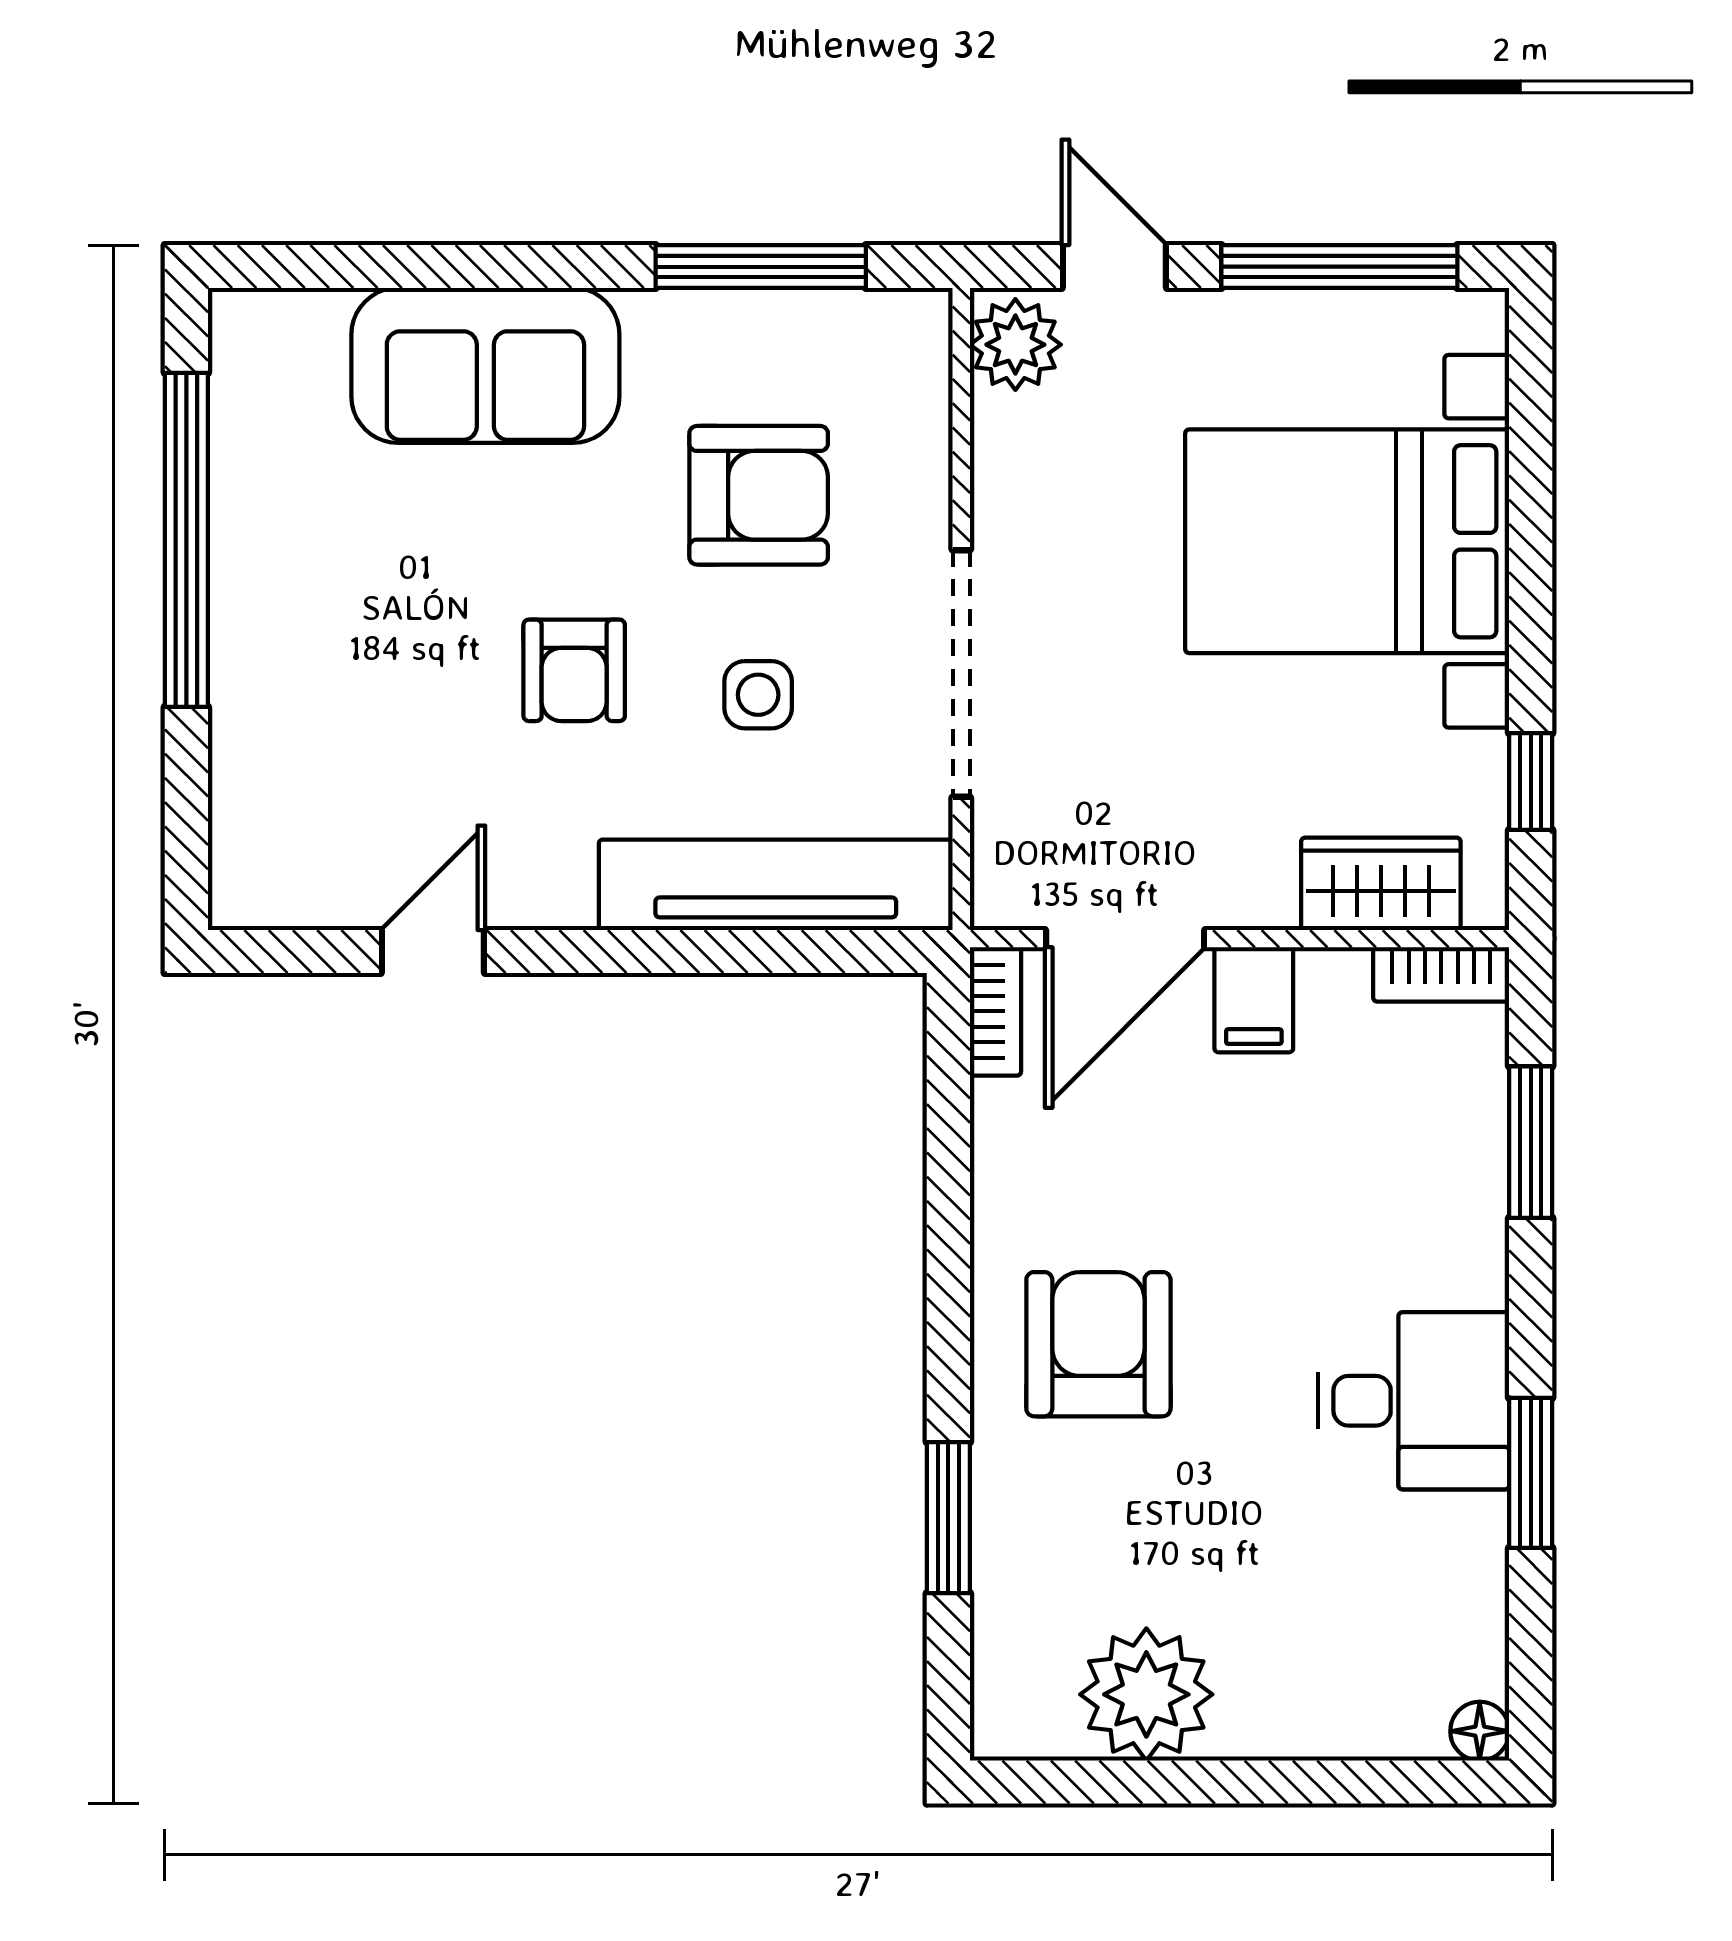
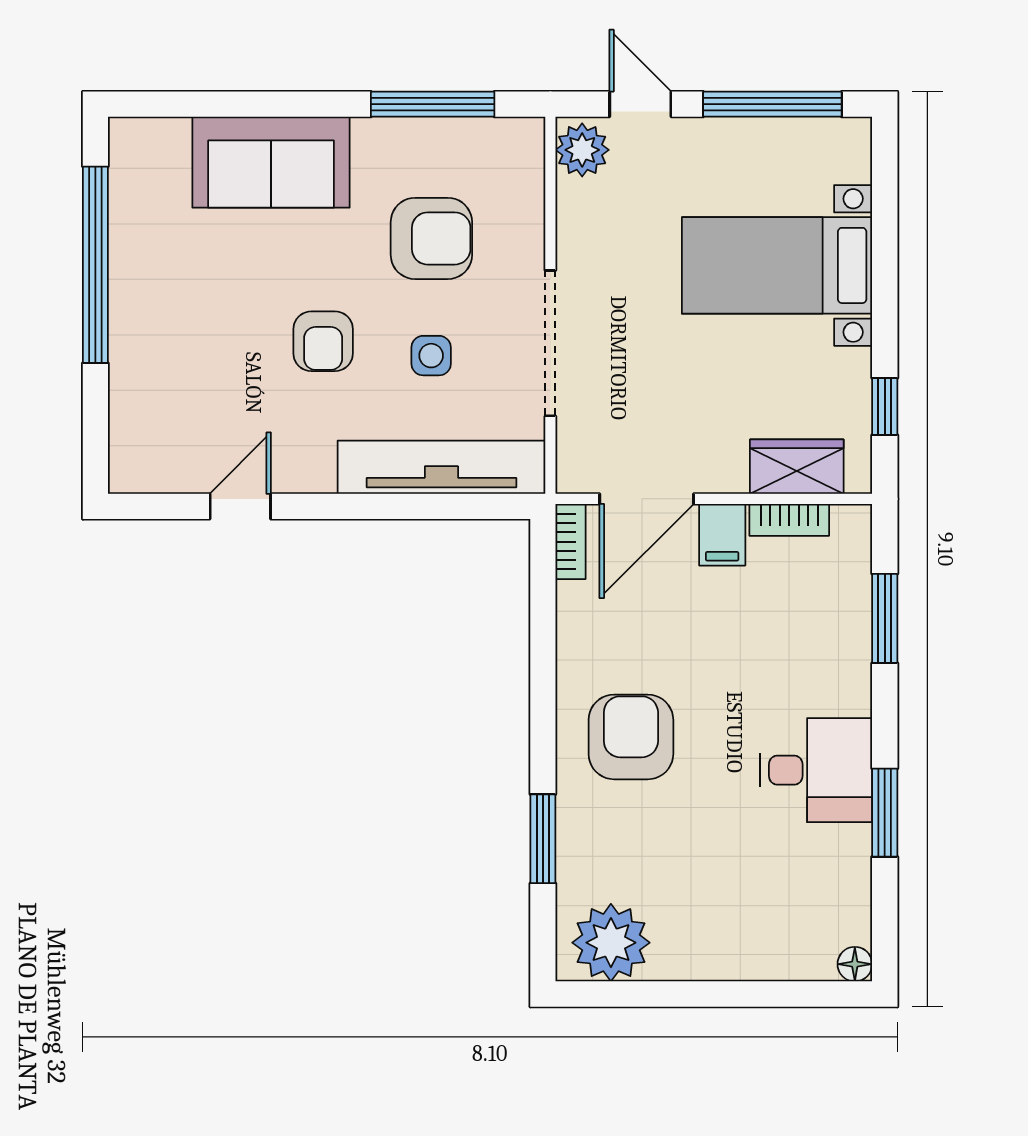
bed with nightstands: (1347, 541) -> (777, 265), width x0.73
bookcase: (1441, 974) -> (789, 520), moved
plant: (1146, 1694) -> (611, 943), moved

